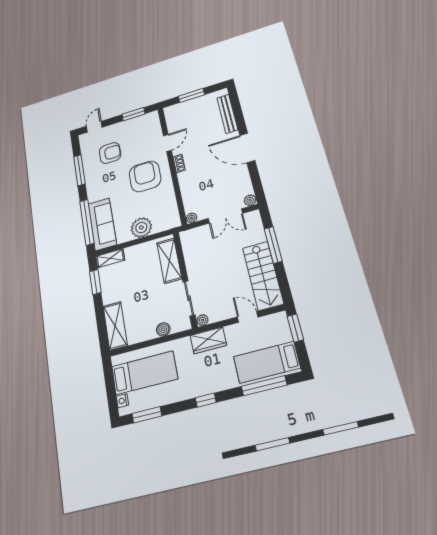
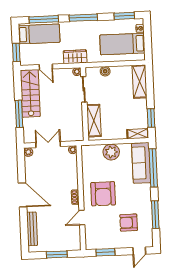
window: (206, 400) -> (83, 18), width x2.17

